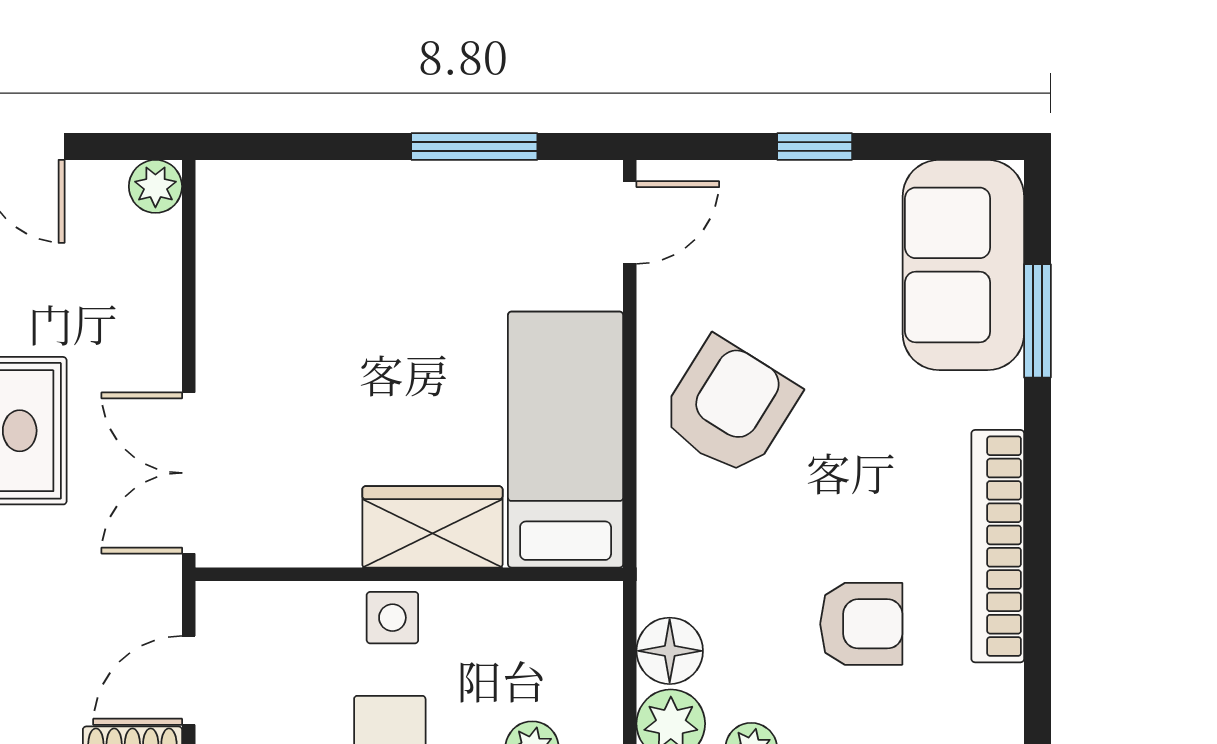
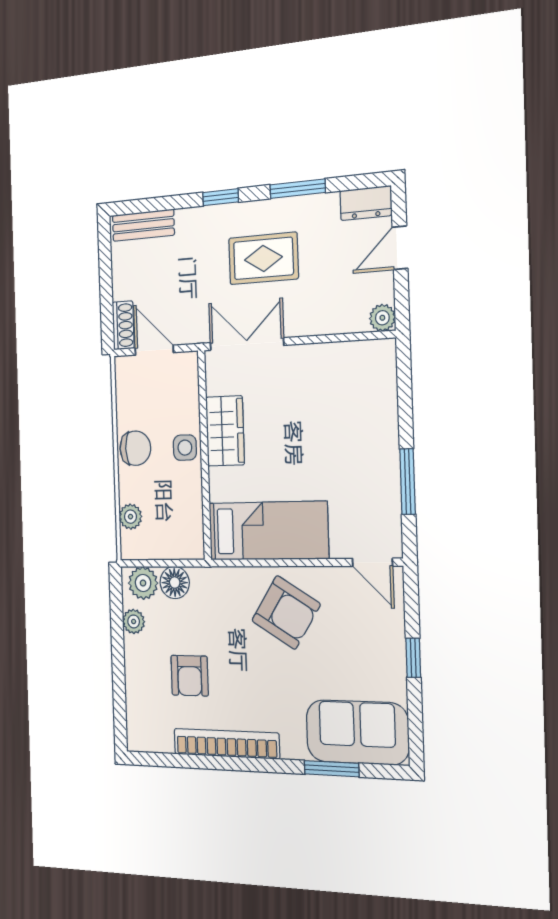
wardrobe: (432, 527) -> (225, 431), moved

